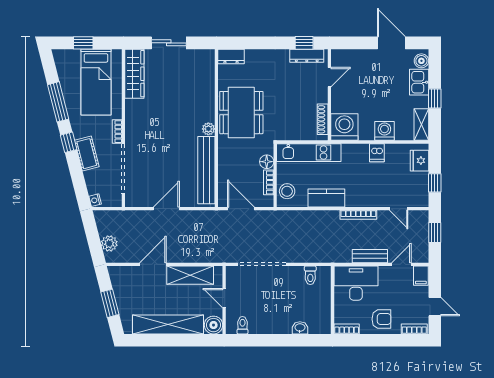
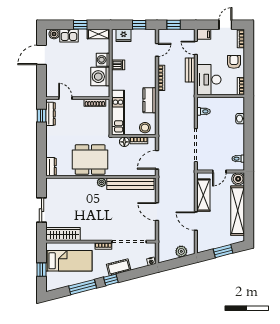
washing machine: (344, 127) -> (100, 77), moved

